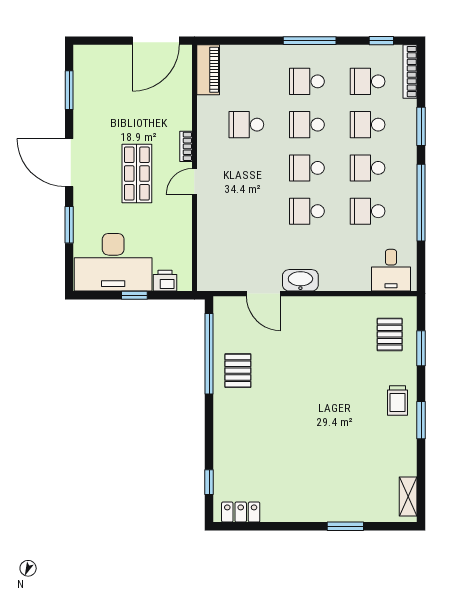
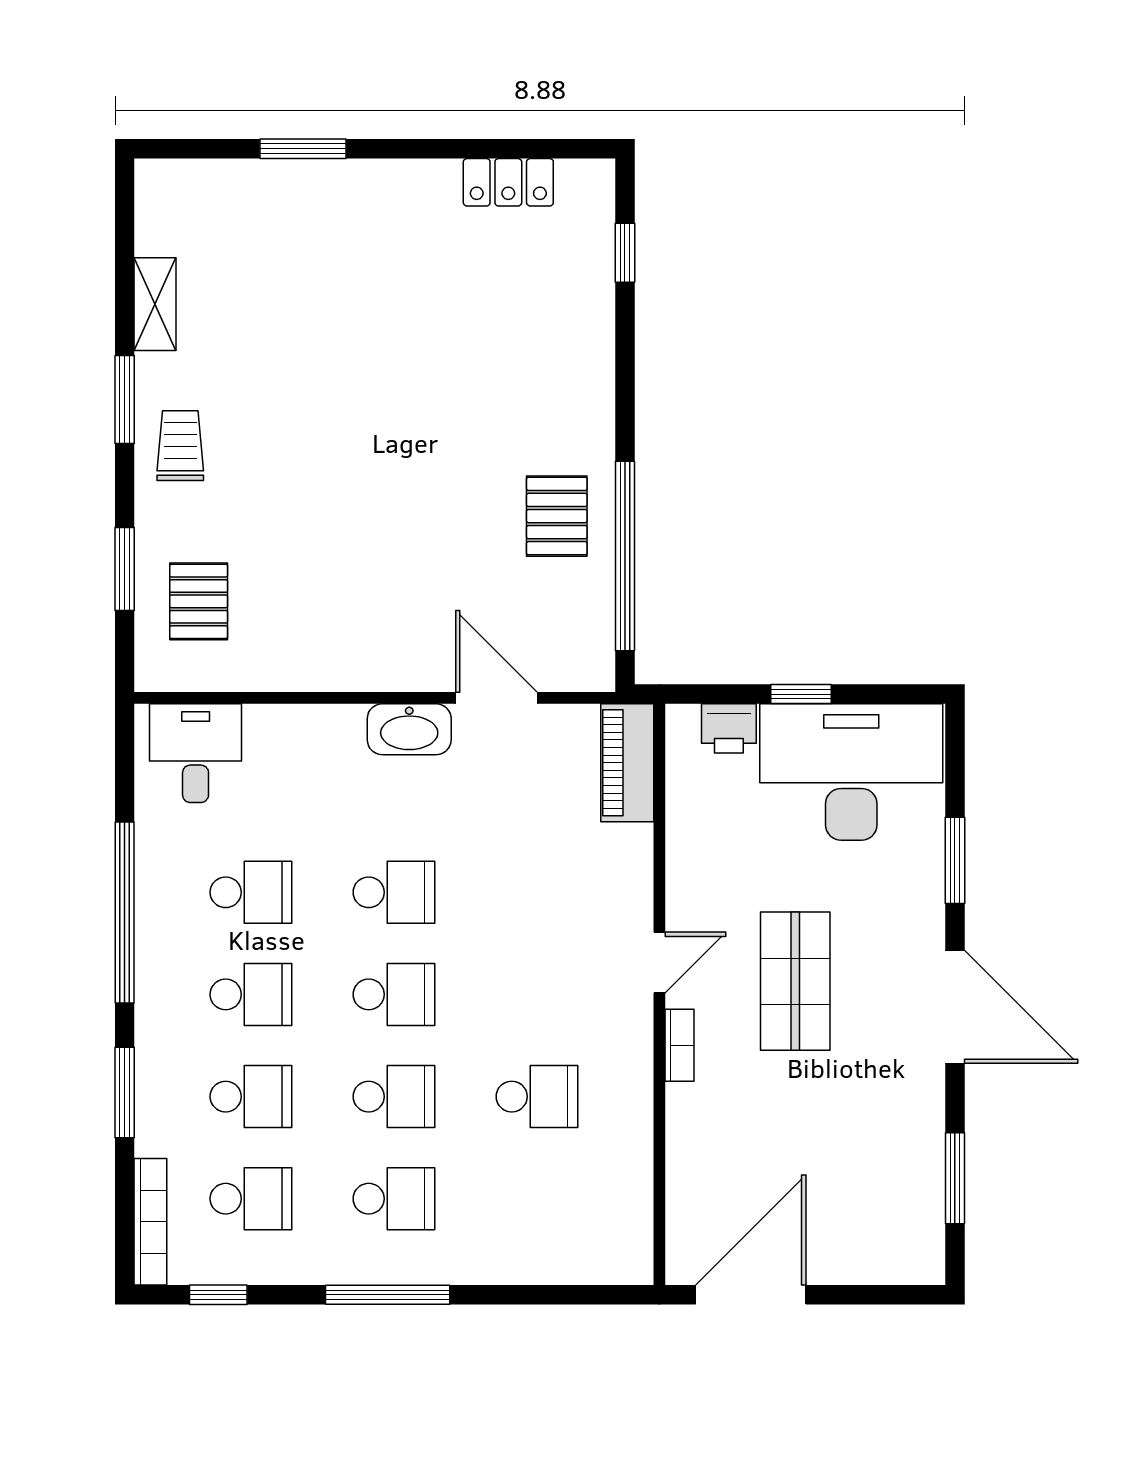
piano: (208, 70) -> (627, 763), moved
shelving: (408, 497) -> (155, 304), moved
locker: (241, 512) -> (508, 182), moved

